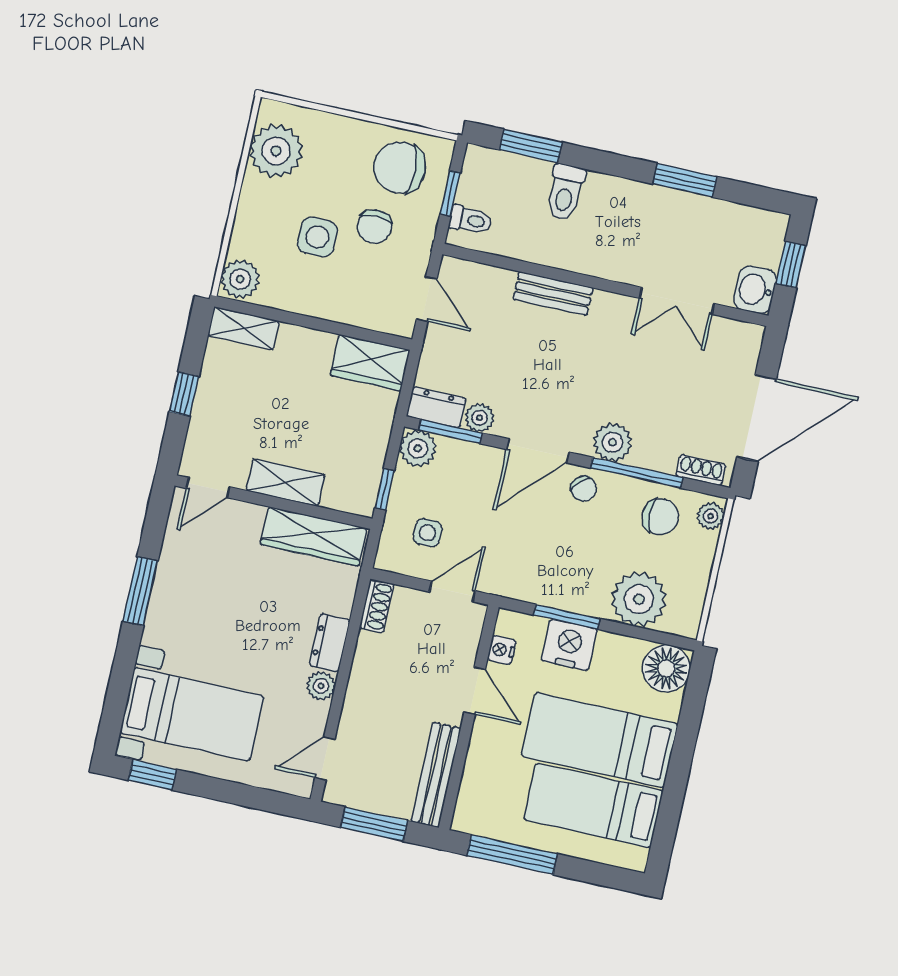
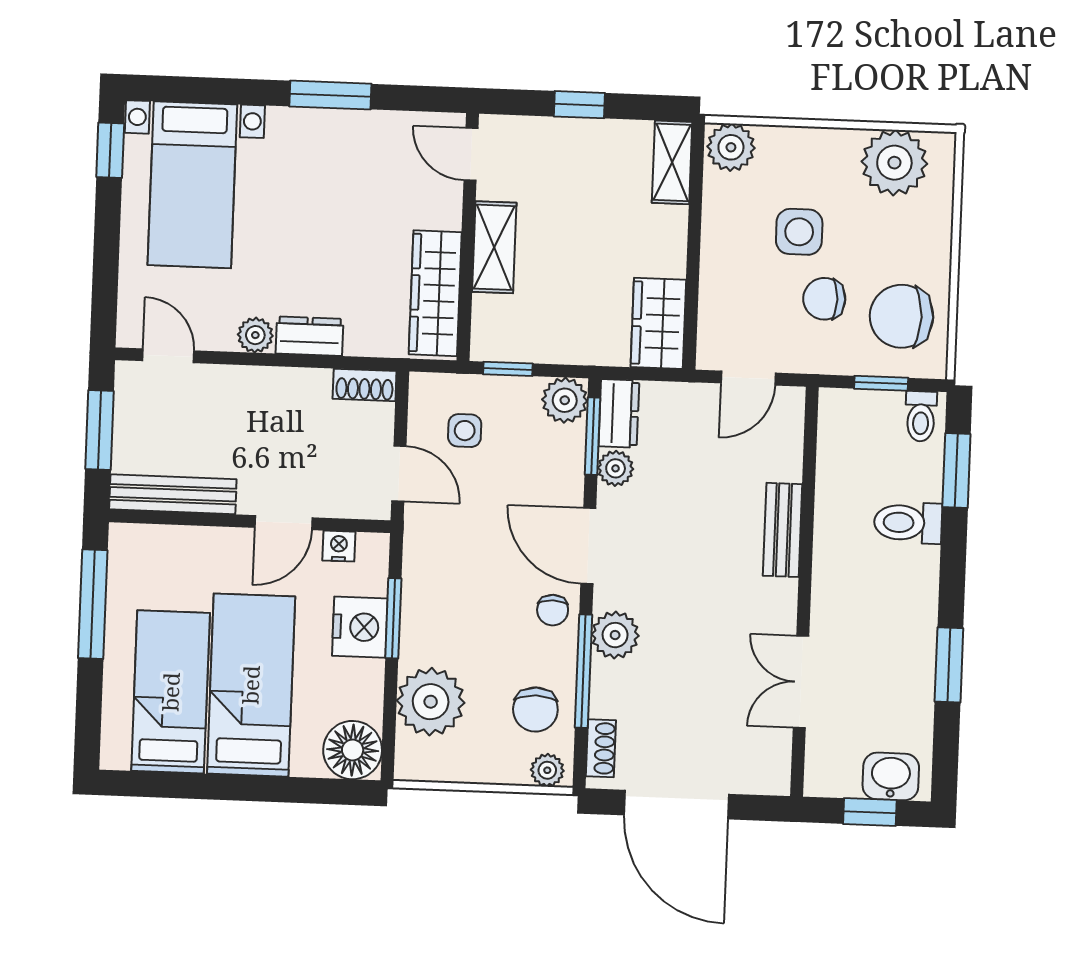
chair: (400, 167) -> (902, 316), turned -88
toilet: (470, 220) -> (921, 416), moved
washbasin: (755, 290) -> (891, 776), moved
chair: (584, 489) -> (553, 610), turned -47

